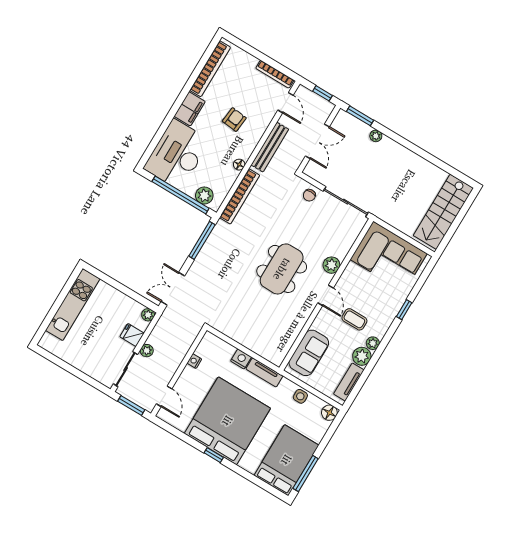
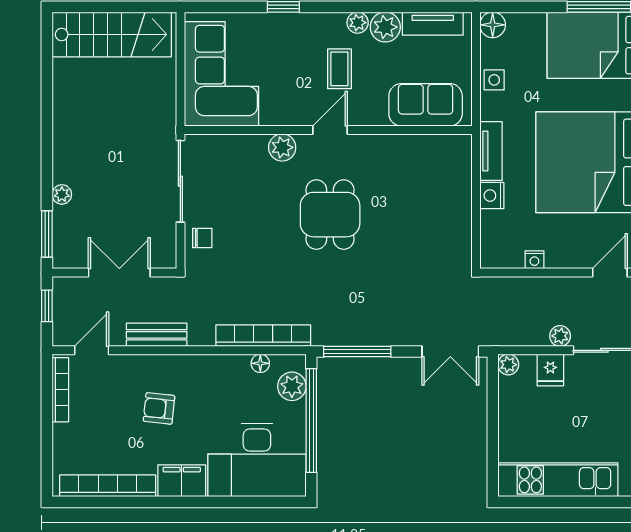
bench: (270, 147) -> (157, 335), width x0.73
floor lamp: (239, 165) -> (260, 363), moved
dining table: (282, 269) -> (330, 215), width x0.73

